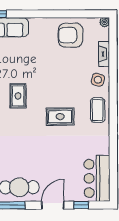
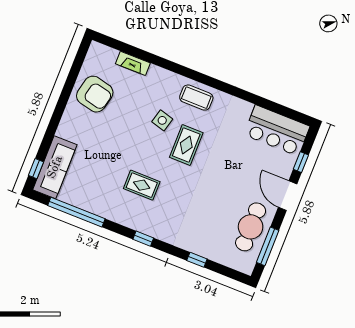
plant: (104, 22) -> (95, 48), removed
armchair: (71, 35) -> (95, 94), turned -77
side table: (98, 80) -> (162, 120), moved

